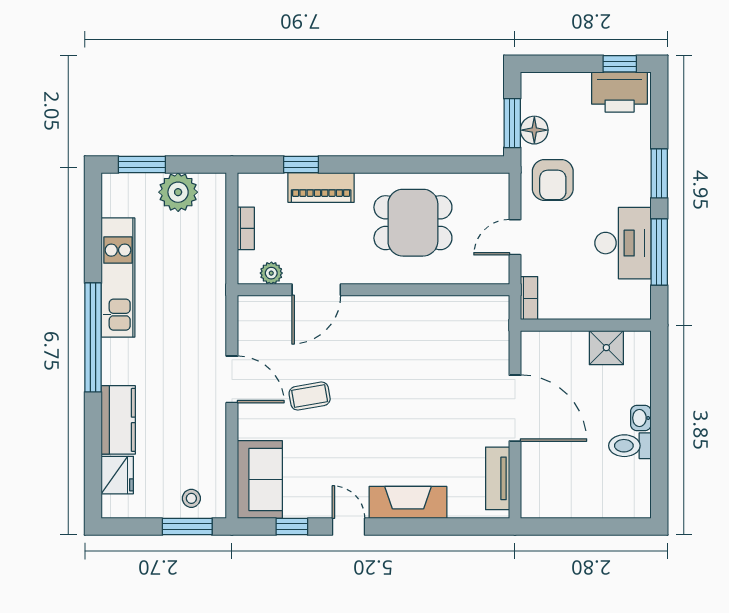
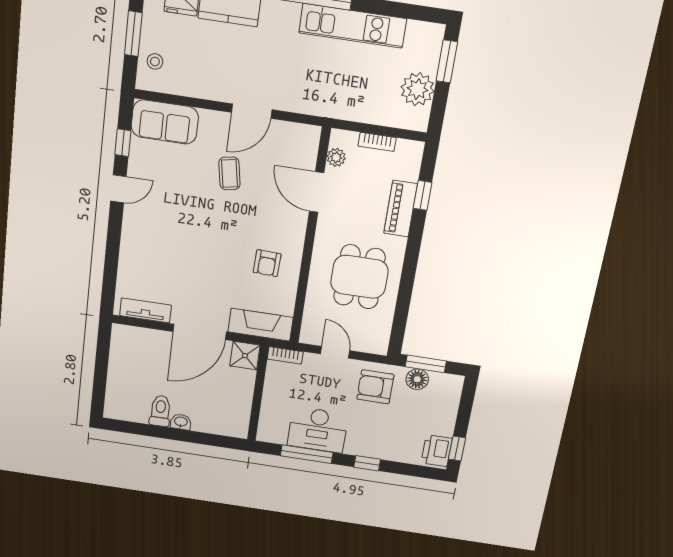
printer: (620, 92) -> (437, 451), width x0.73, depth x0.84
window: (659, 173) -> (367, 463), width x0.67
armchair: (413, 337) -> (267, 263), added
shower: (606, 348) -> (245, 356), moved
fireplace: (408, 502) -> (261, 325), moved, turned -90
window: (187, 527) -> (133, 34), moved

